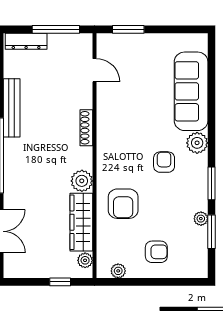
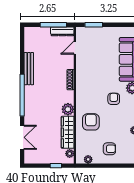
dresser: (26, 41) -> (62, 31), moved
door: (94, 70) -> (75, 48), swing flipped
armchair: (123, 204) -> (91, 122), turned 180

